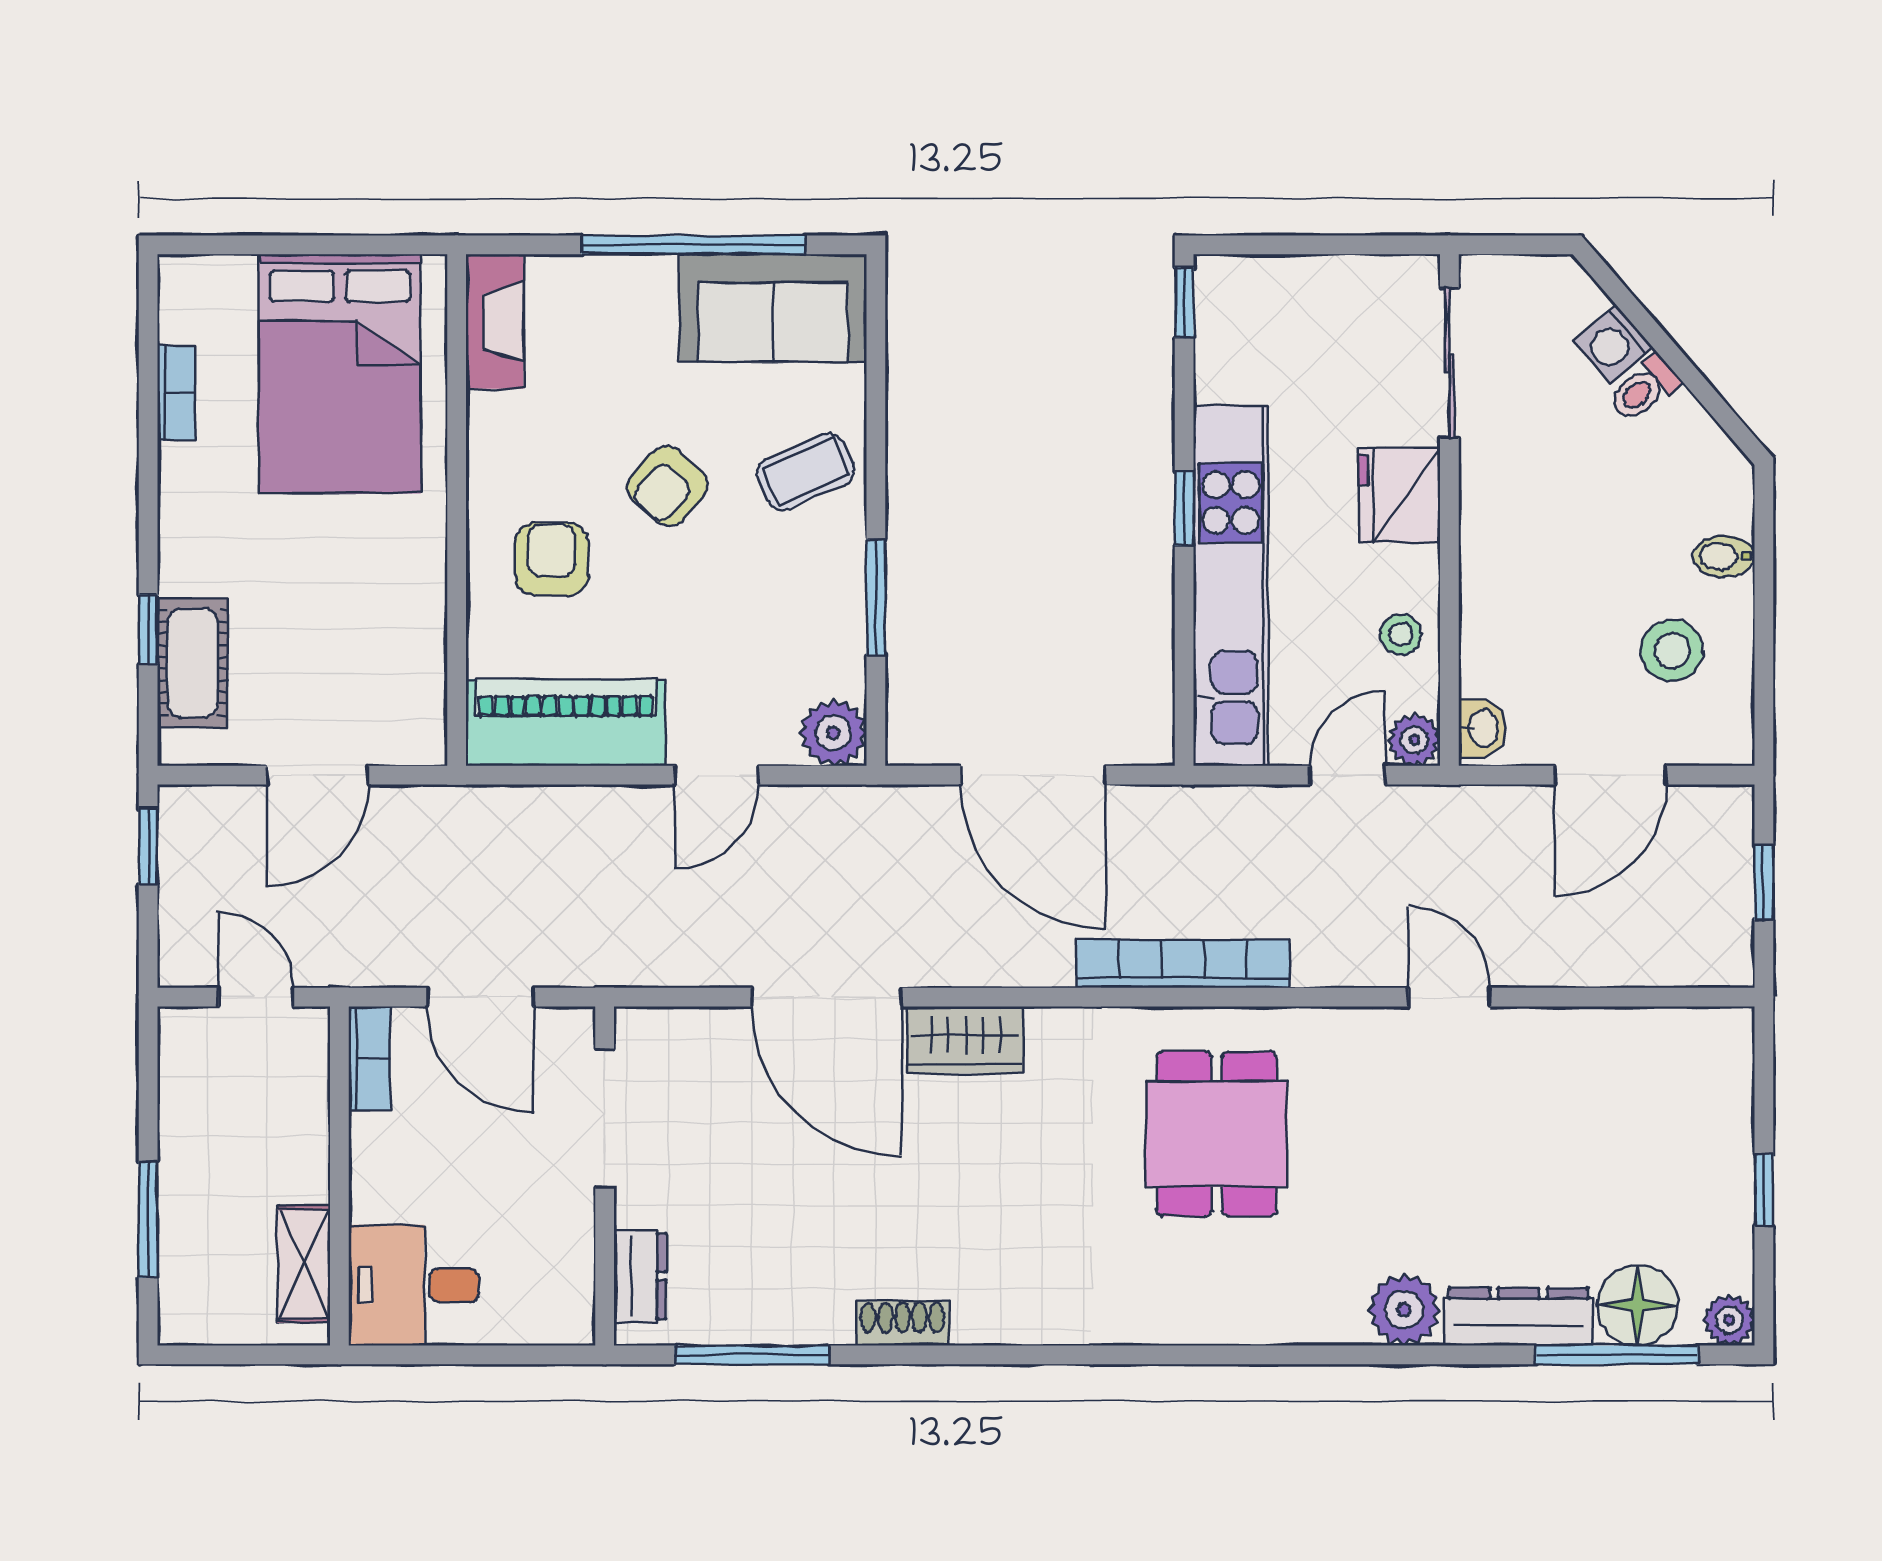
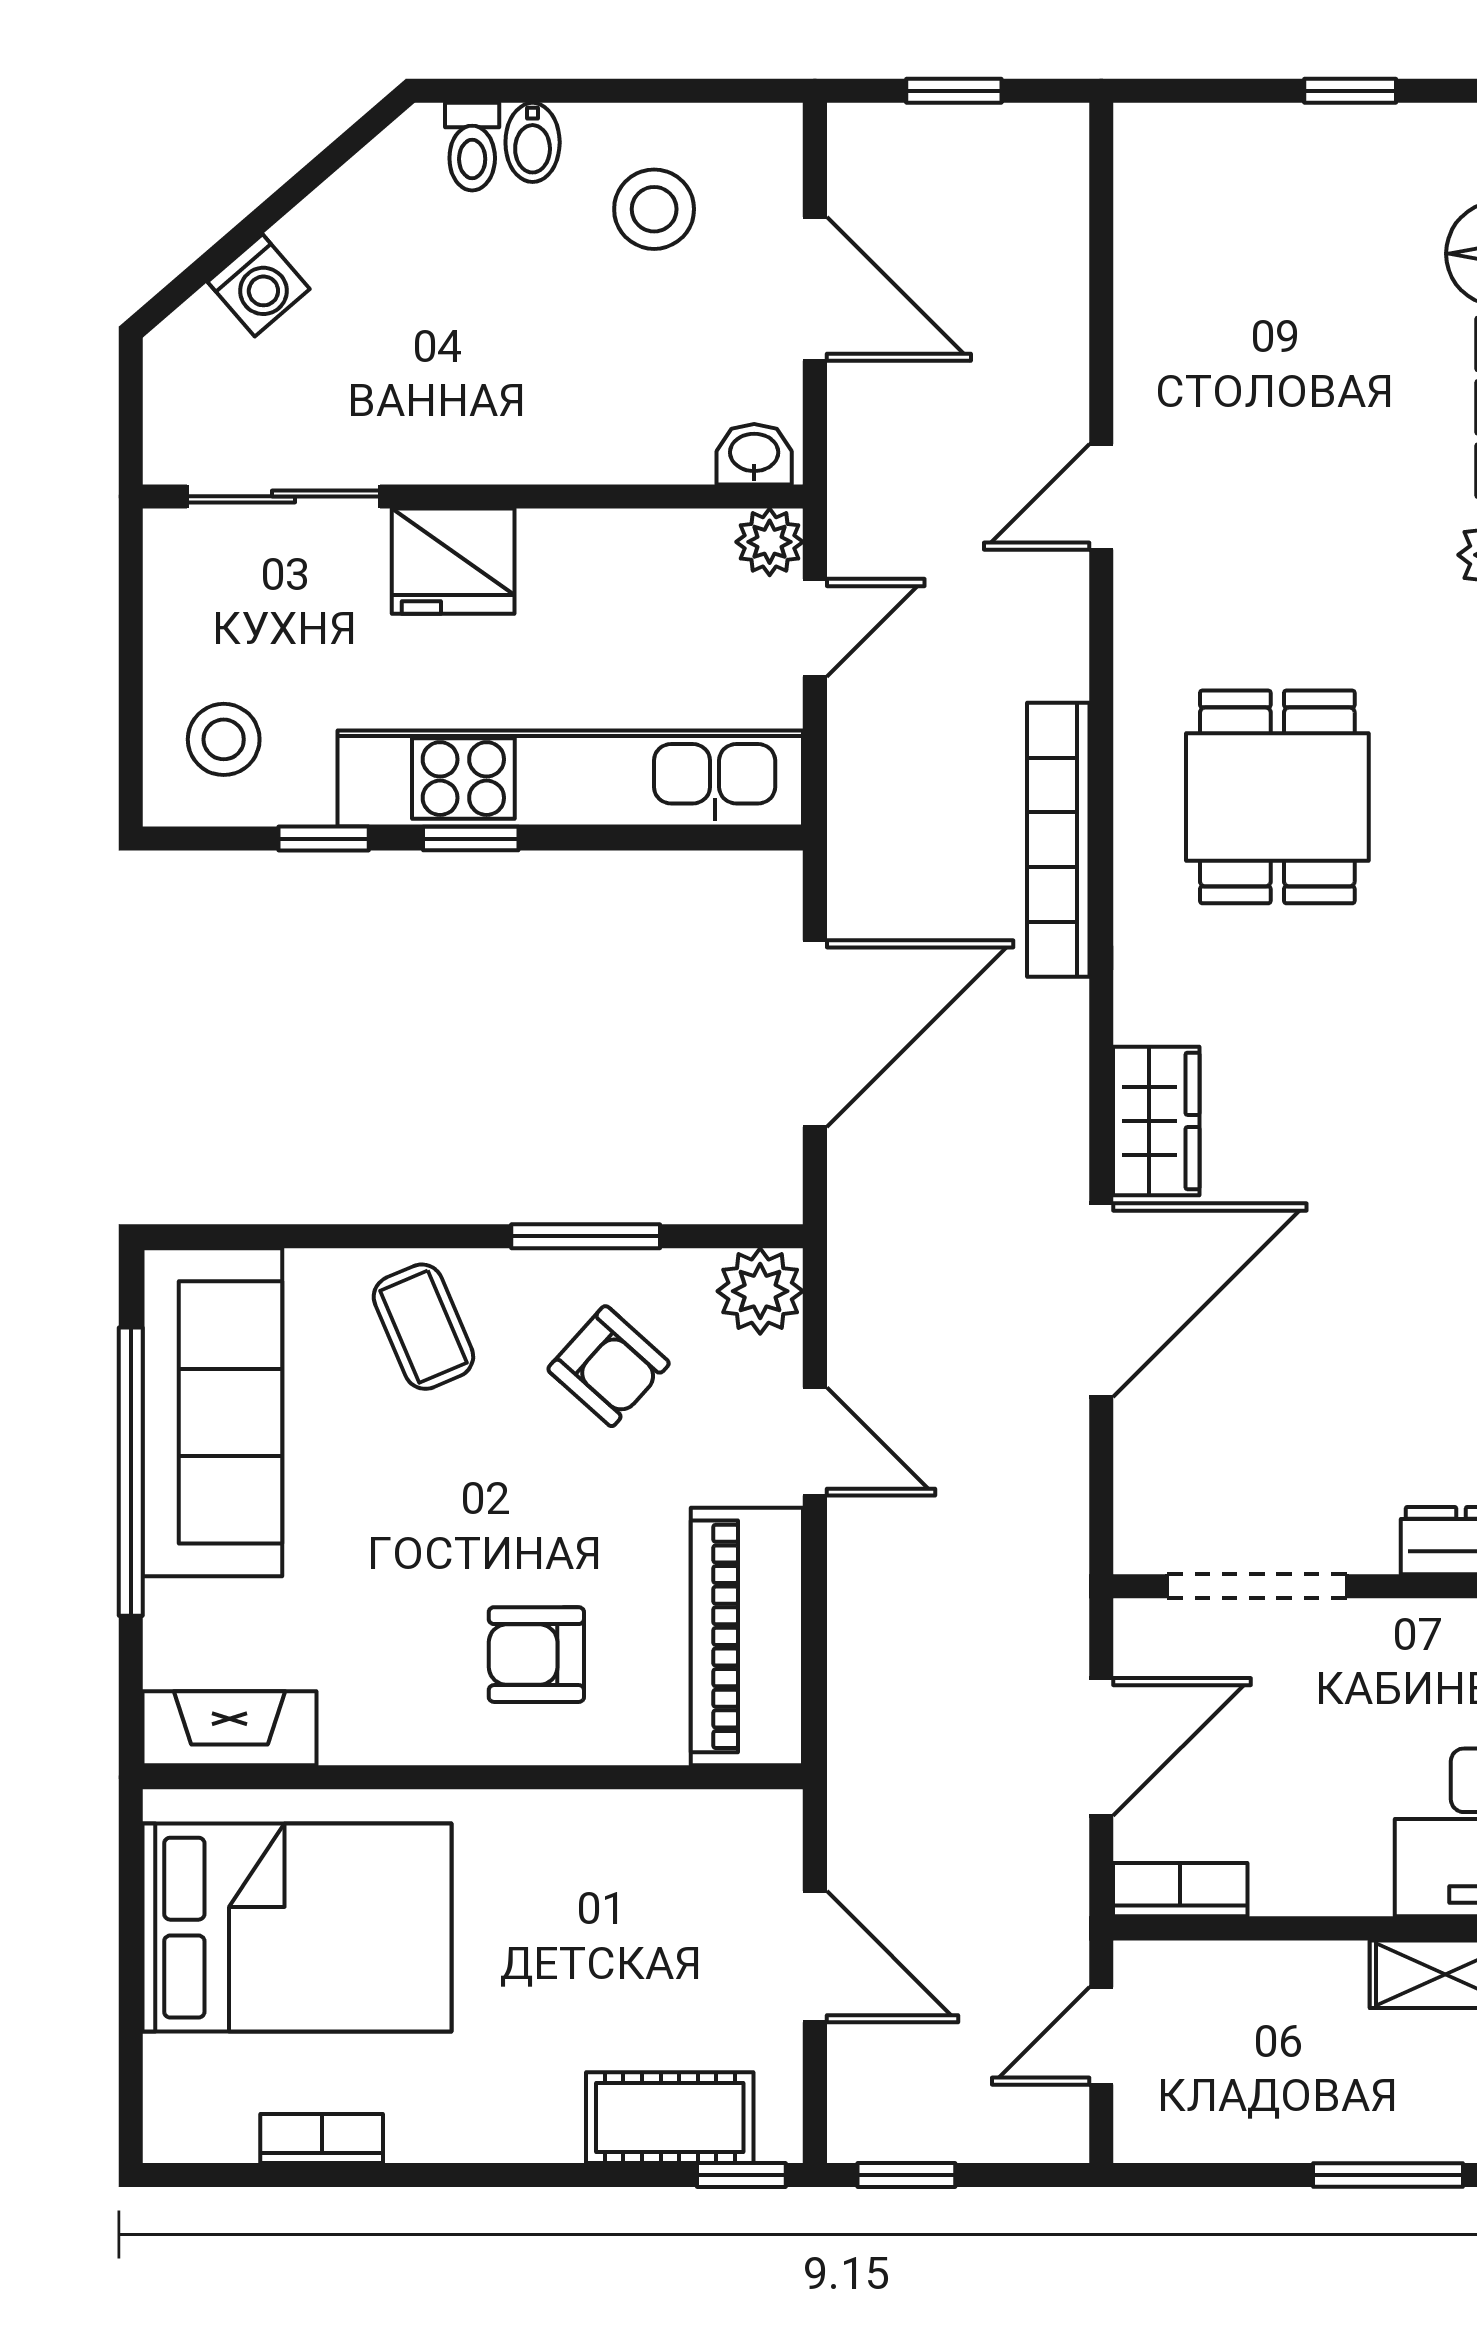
window: (1184, 302) -> (324, 839), moved
sofa: (773, 308) -> (212, 1412), width x1.36
toilet: (1644, 389) -> (472, 147), moved, turned 41
armchair: (668, 486) -> (609, 1366), moved
window: (148, 629) -> (741, 2175), moved
stool: (1401, 634) -> (224, 739), moved, width x1.37, depth x1.37
door: (1348, 775) -> (815, 628), swing flipped
dining table: (1217, 1134) -> (1277, 797), turned 90

